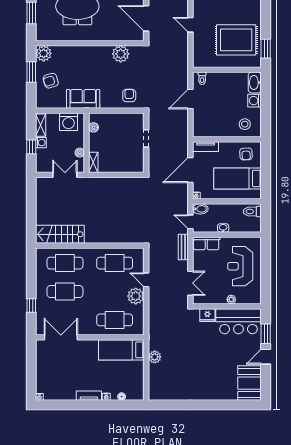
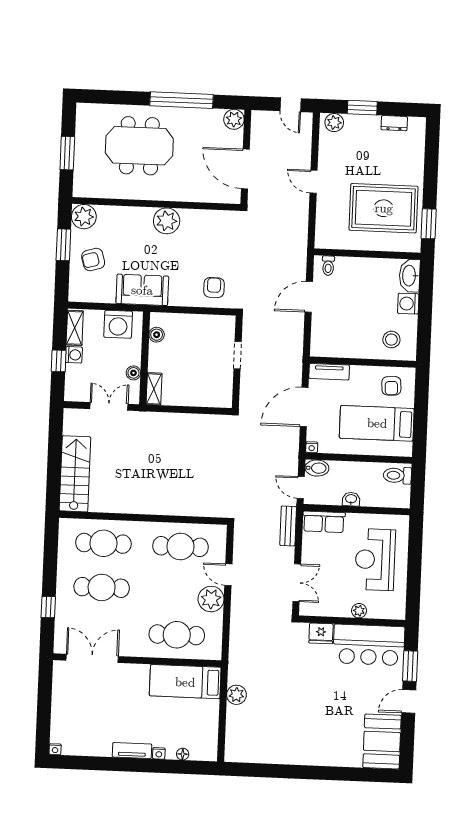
plant: (121, 54) -> (167, 221), moved
stairs: (60, 234) -> (75, 474), moved, turned 90

